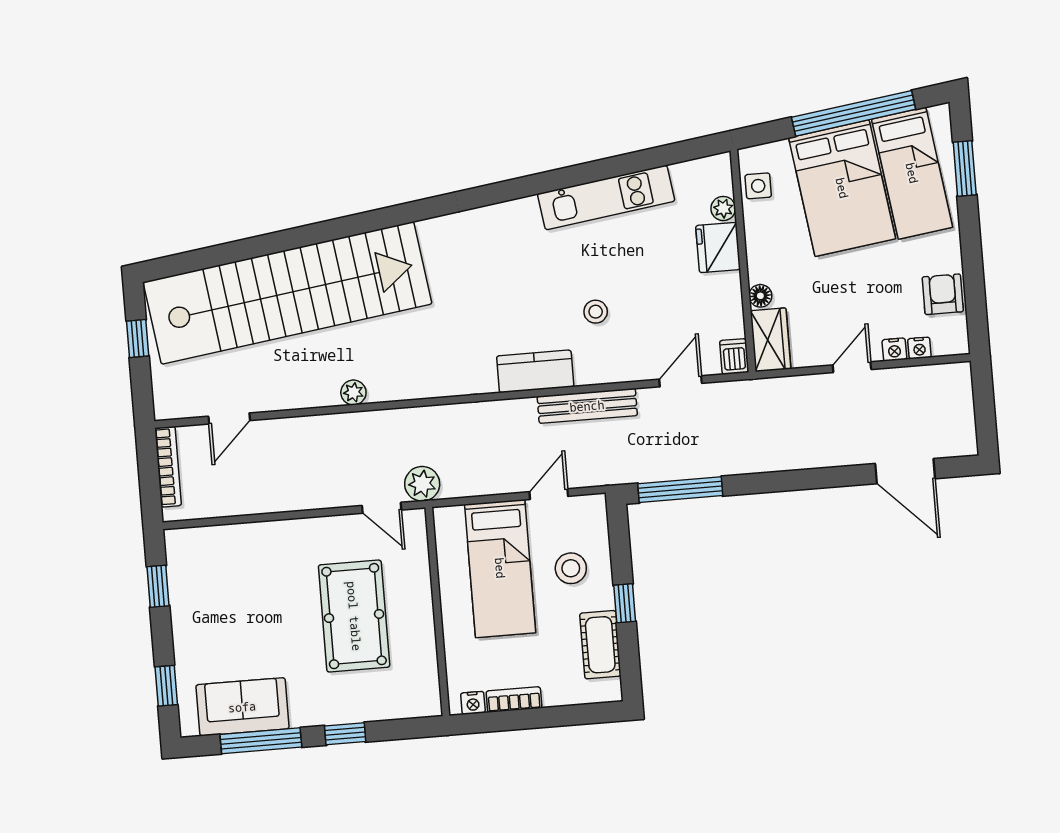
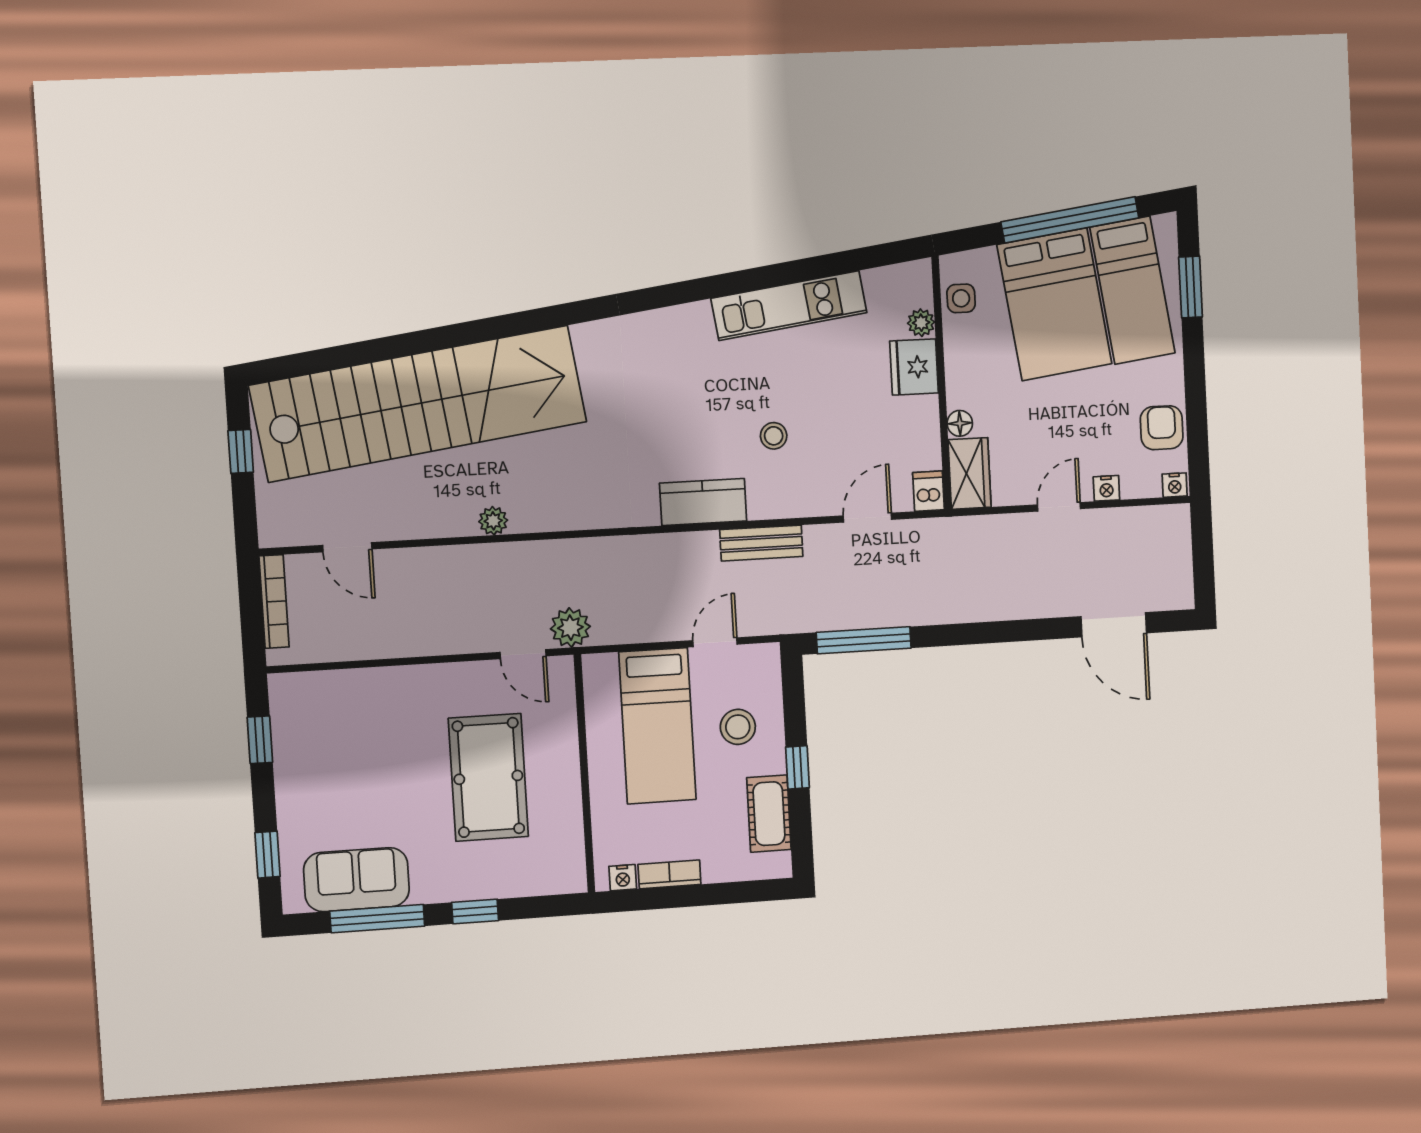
nightstand: (919, 348) -> (1175, 485), moved
bench: (587, 406) -> (761, 543), width x0.73
door: (229, 418) -> (347, 547), hinge flipped

